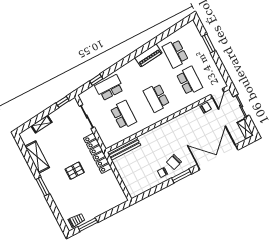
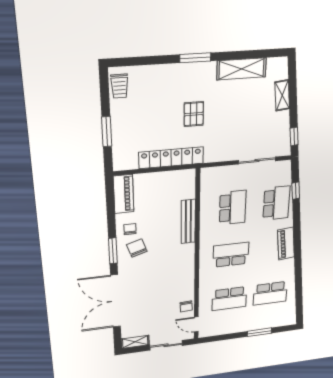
school desk: (175, 54) -> (270, 293), turned 180
piano: (148, 55) -> (286, 244), moved
school desk: (123, 115) -> (233, 208), turned -90
bench: (124, 149) -> (188, 222), moved
locker: (98, 153) -> (171, 158), moved
double door: (218, 157) -> (116, 301), swing flipped
piano: (141, 187) -> (124, 194), added
window: (88, 225) -> (107, 132), moved

